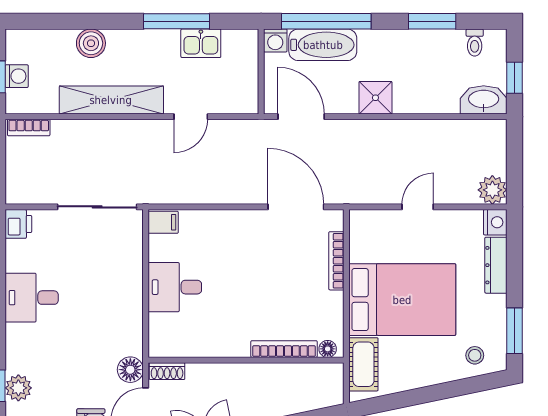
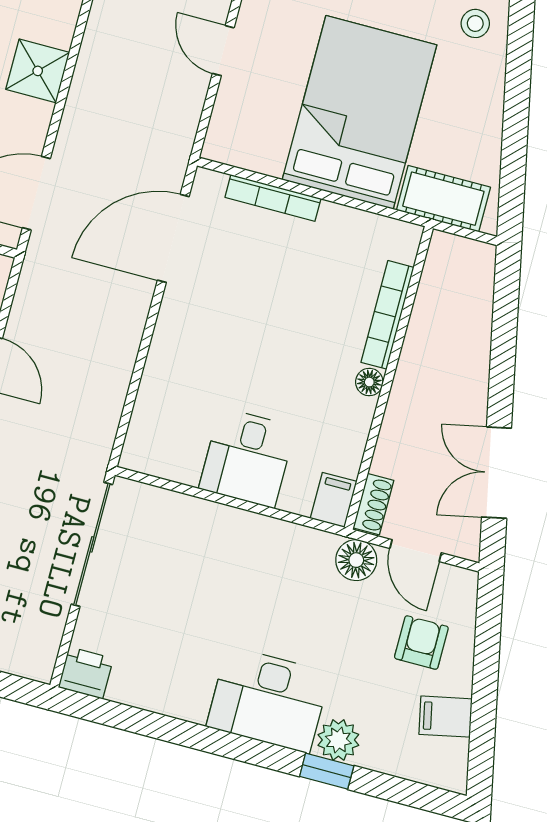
filing cabinet: (163, 222) -> (334, 500), moved
desk: (32, 298) -> (268, 700), moved, width x1.37
floor lamp: (328, 349) -> (369, 382), moved

